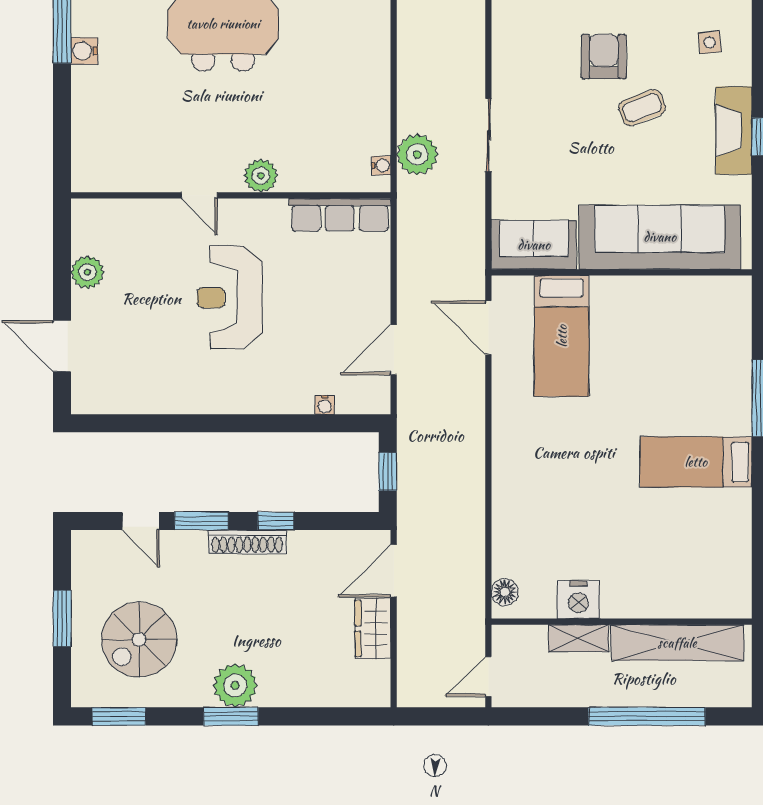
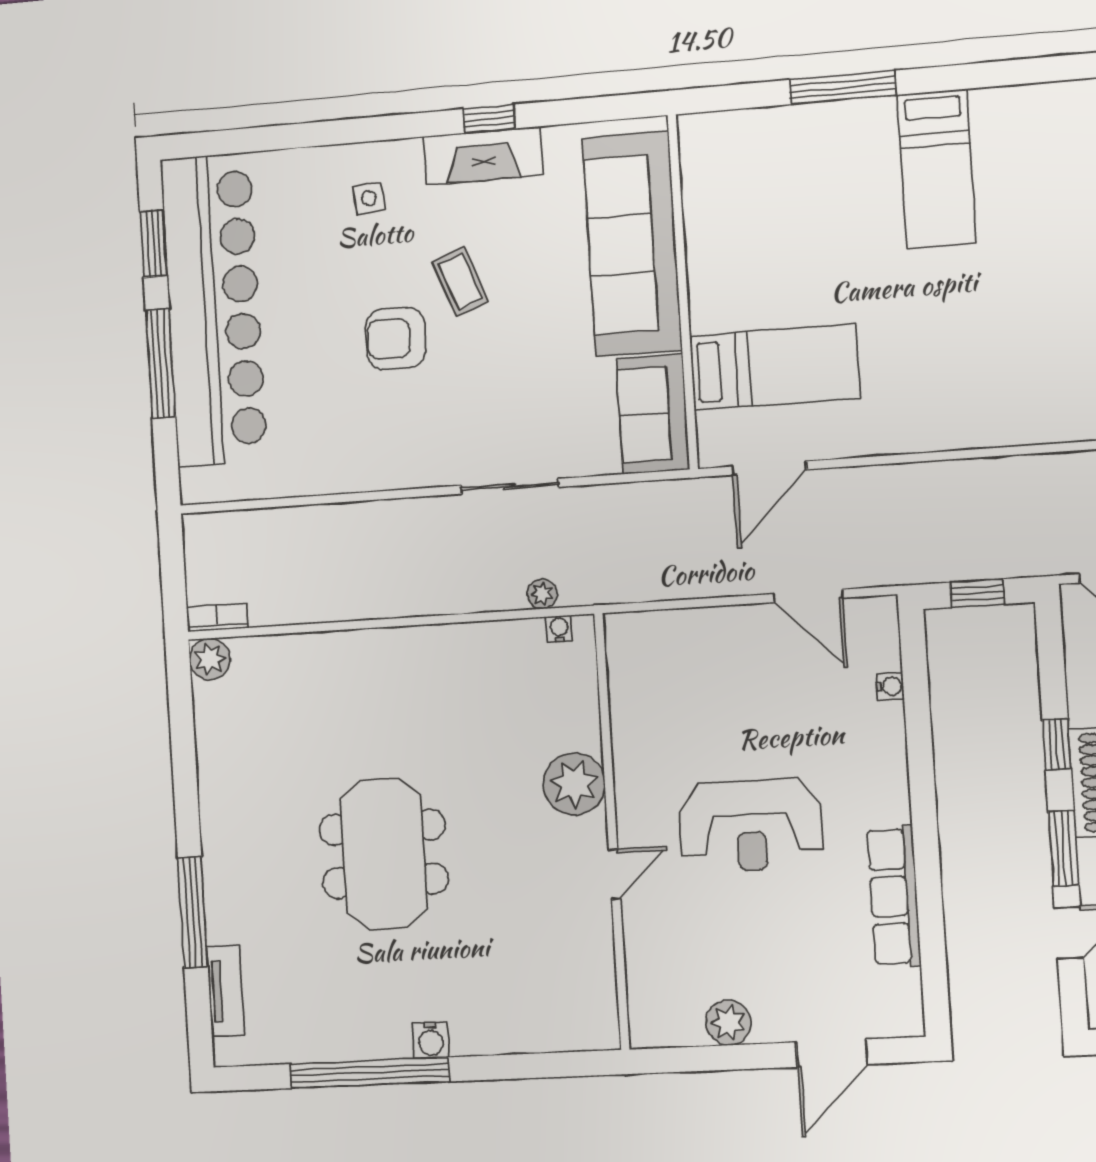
plant: (417, 155) -> (542, 594), width x0.53, depth x0.53
plant: (261, 176) -> (574, 784), width x1.36, depth x1.36
row of seats: (340, 215) -> (894, 896), moved, turned 180

